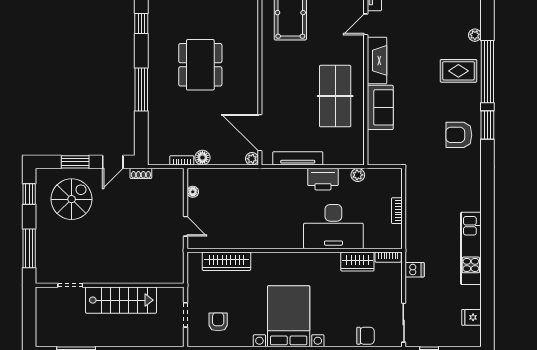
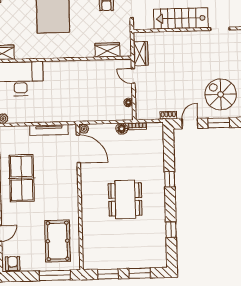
window: (141, 90) -> (170, 179), width x0.46
printer: (323, 179) -> (29, 115), removed
spiral stairs: (72, 199) -> (221, 94), turned 90
wardrobe: (175, 255) -> (141, 54), added
wardrobe: (226, 261) -> (107, 50), width x0.67

